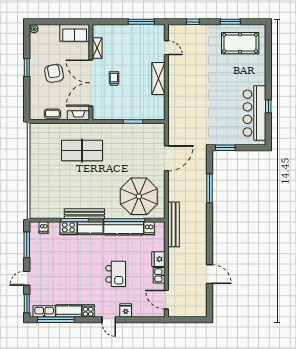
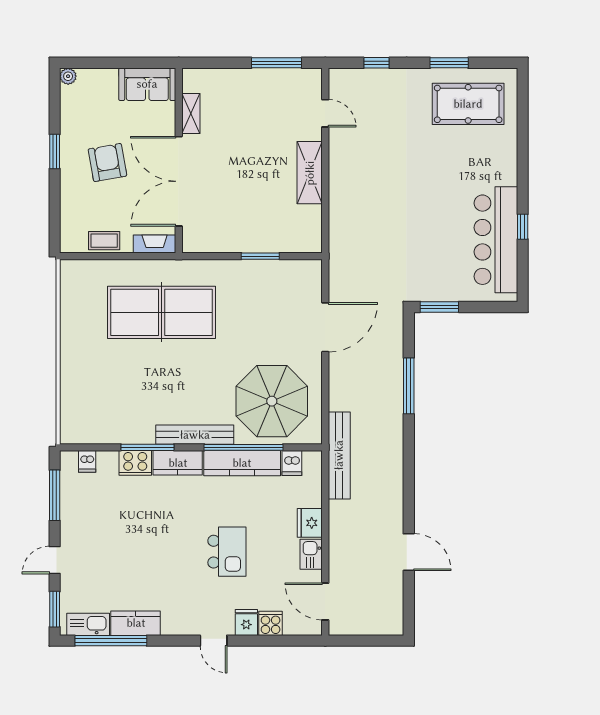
trolley: (114, 78) -> (224, 173), removed
table tennis table: (82, 151) -> (162, 312), width x1.36, depth x1.32
bench: (84, 214) -> (195, 435), moved
cooker: (88, 311) -> (271, 623), moved

